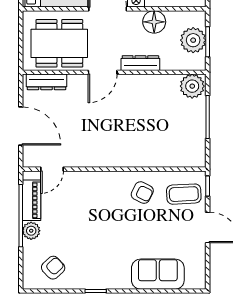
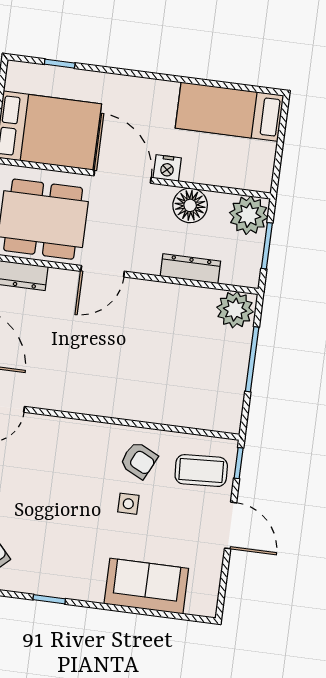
plant: (193, 40) -> (249, 215), moved
dresser: (140, 63) -> (190, 269), moved
side table: (139, 222) -> (128, 504), added

